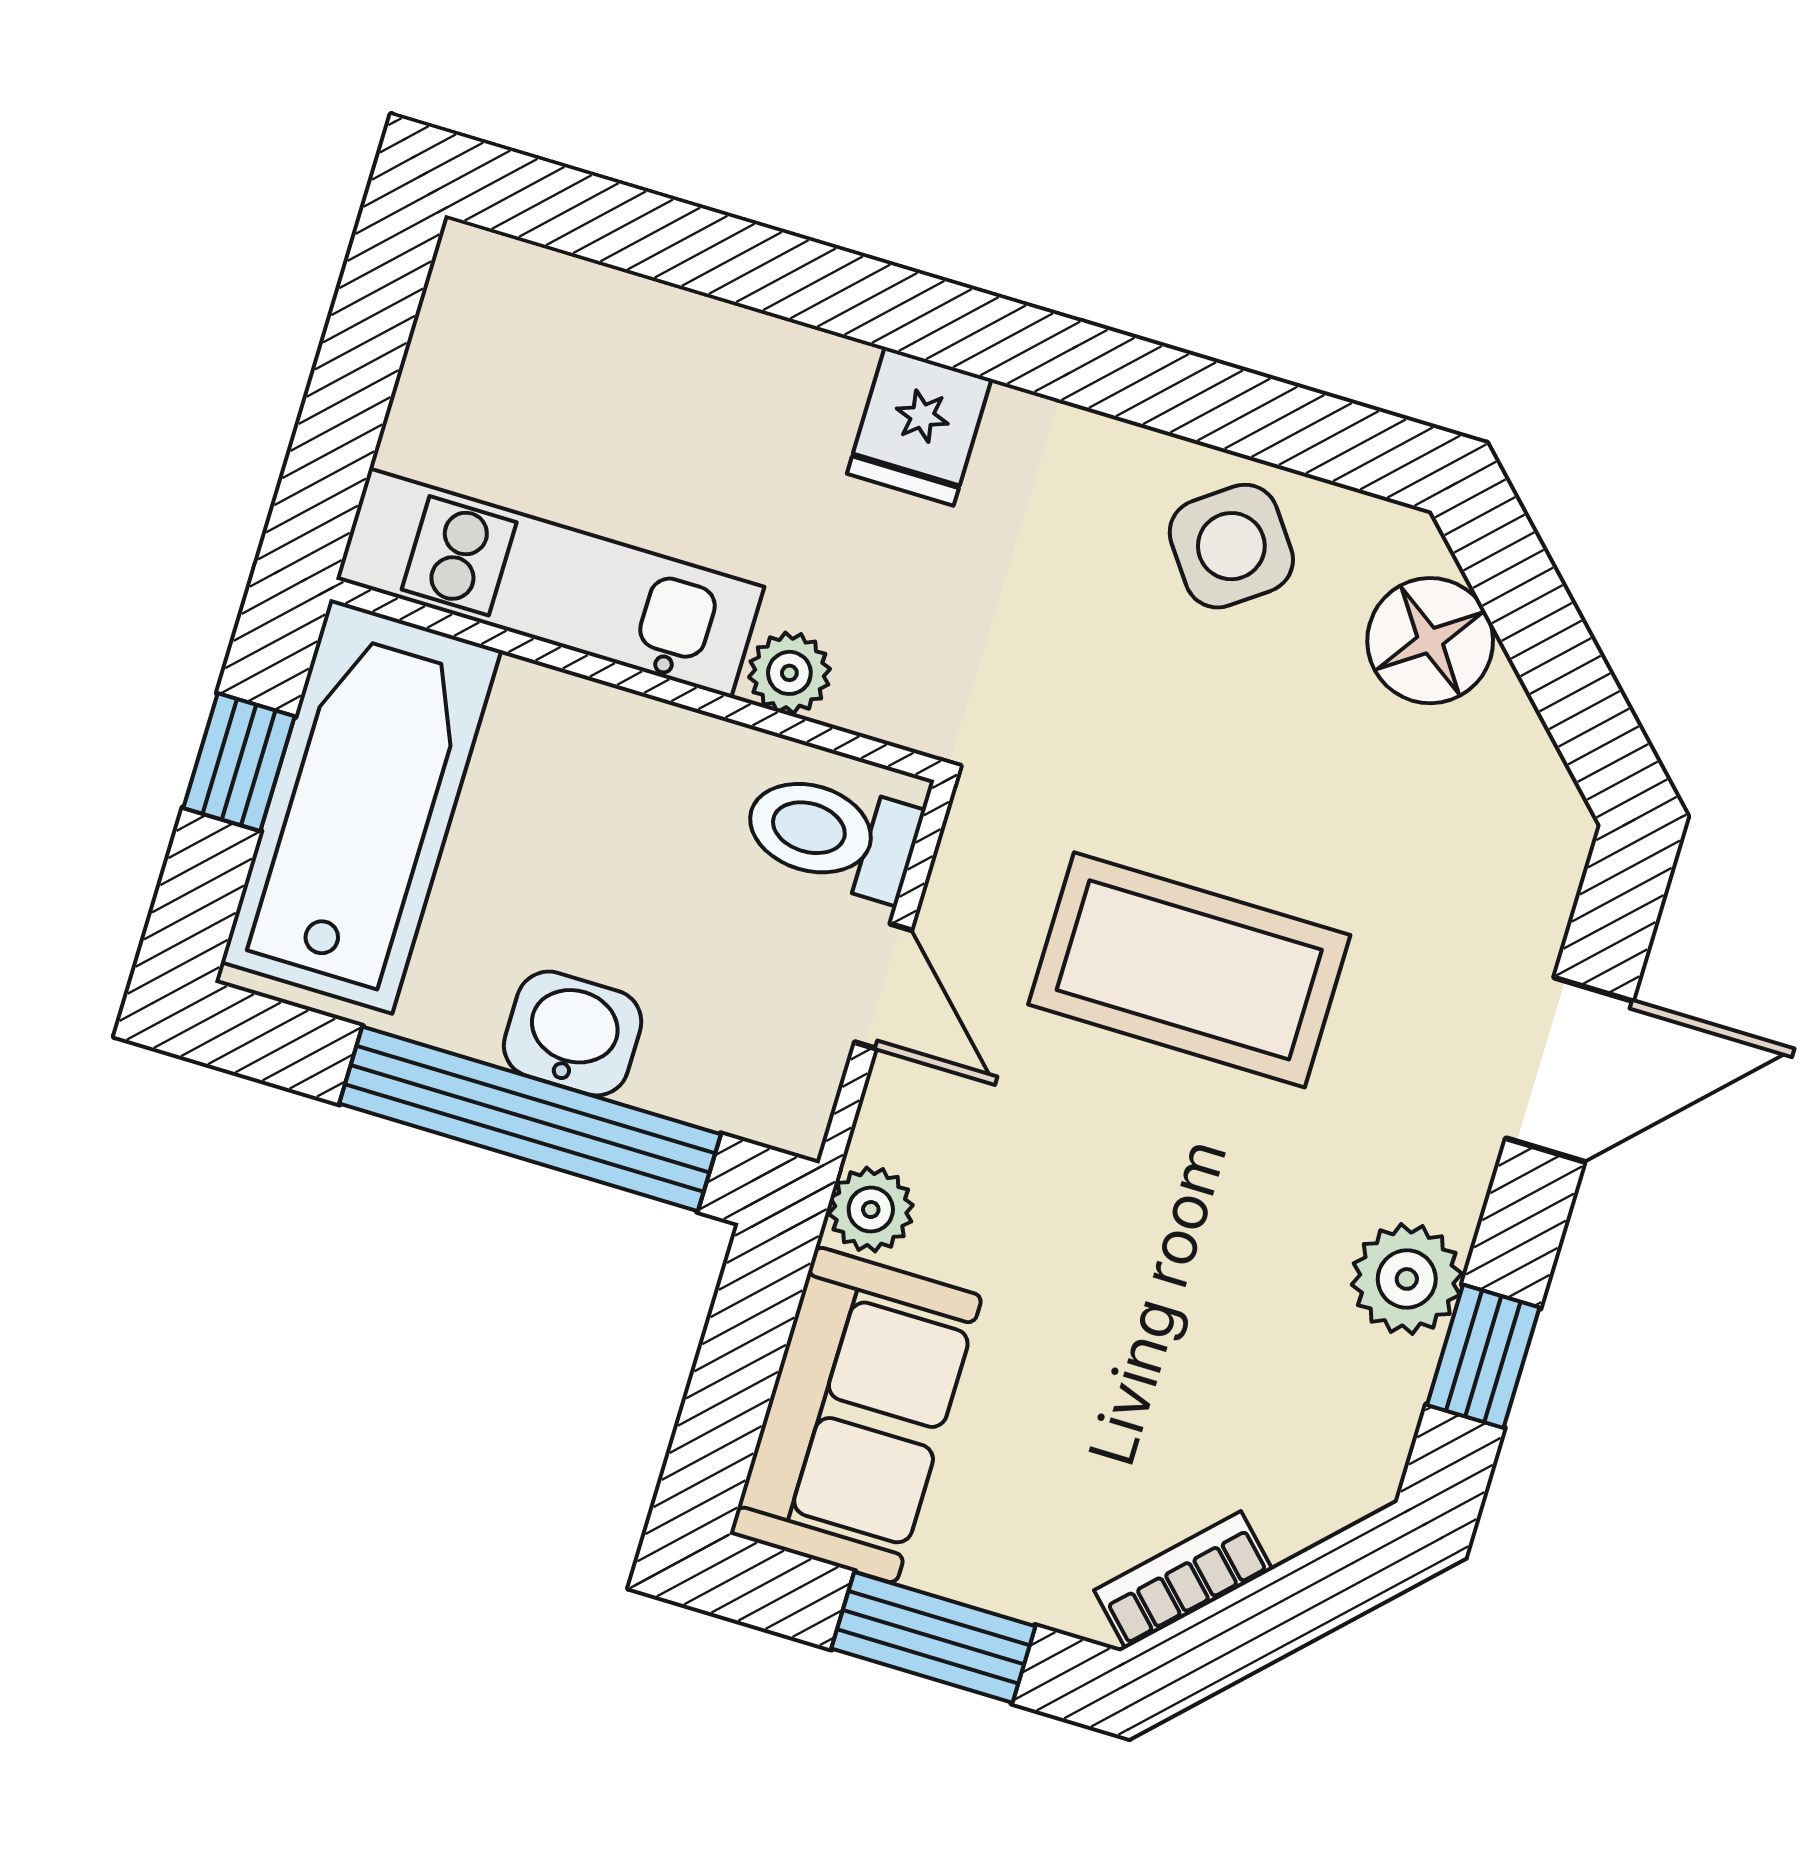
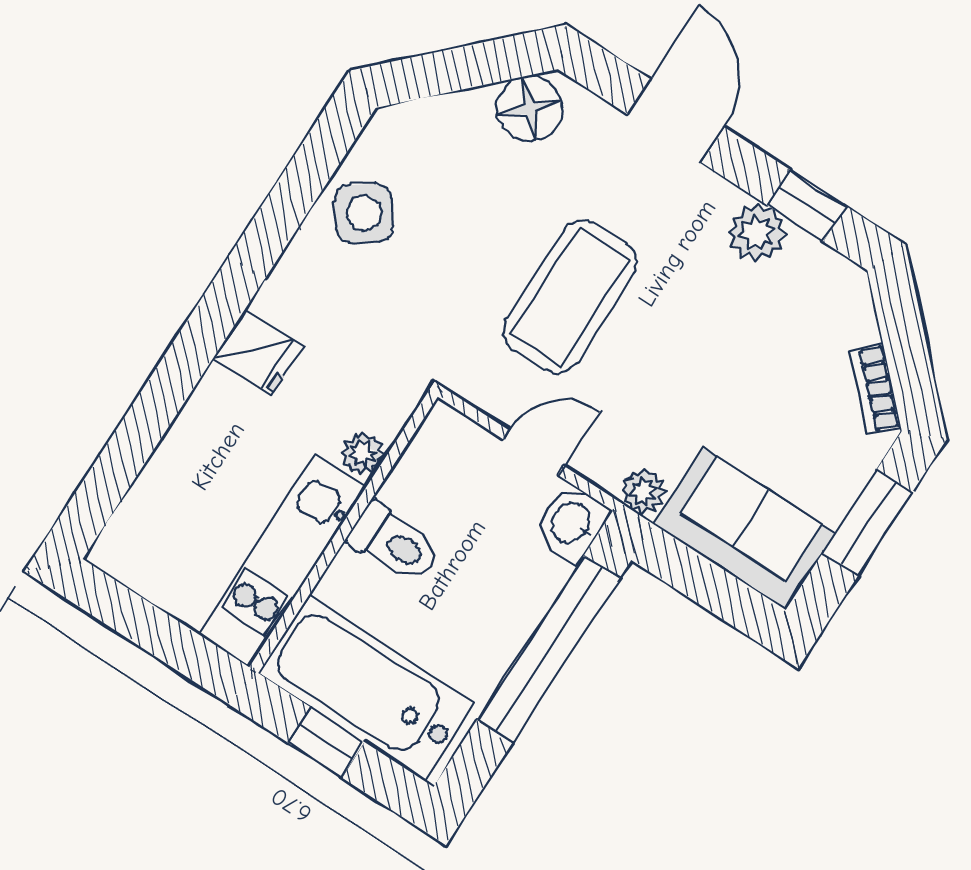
floor lamp: (1430, 641) -> (530, 109), moved
toilet: (831, 834) -> (394, 543), moved, turned -90
washbasin: (573, 1033) -> (571, 523), moved

